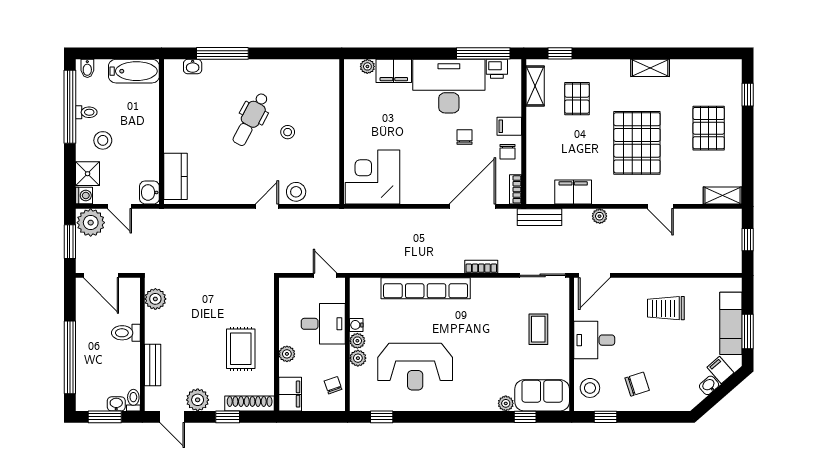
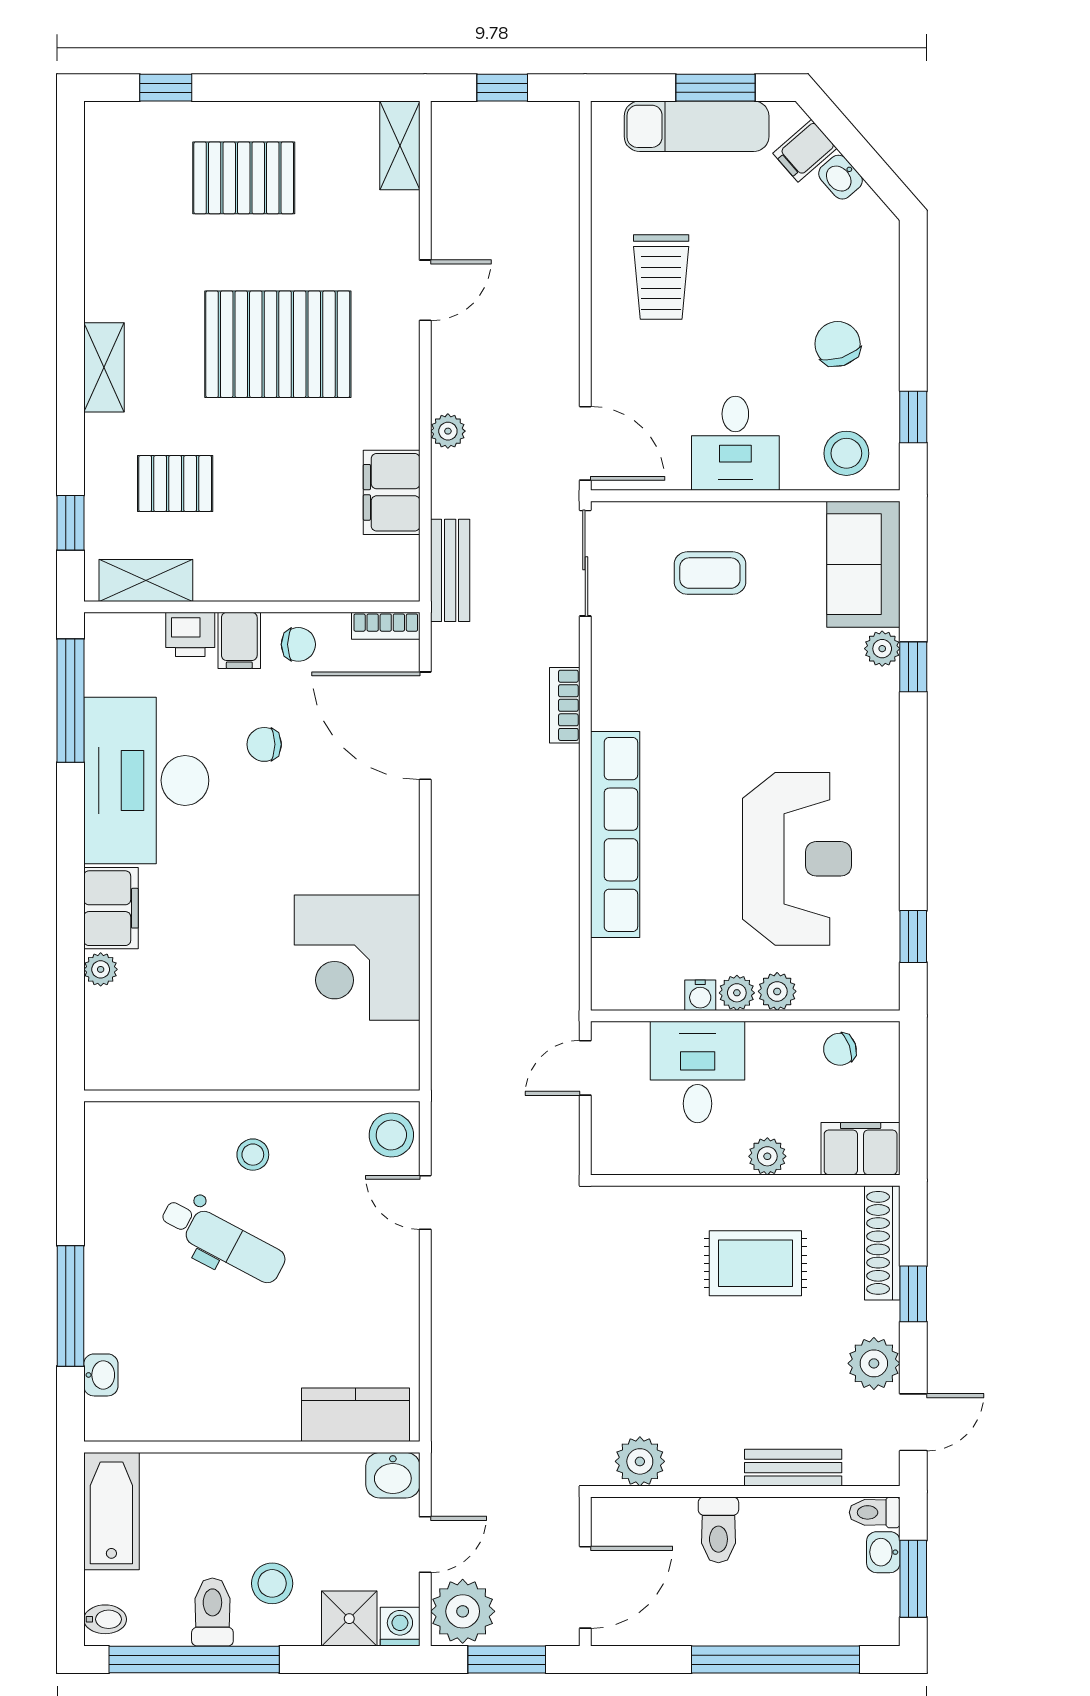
shelving: (650, 68) -> (104, 367), moved
printer: (497, 69) -> (190, 634), moved, turned 90
toilet: (86, 112) -> (212, 1612), width x1.37, depth x1.39
wall: (342, 132) -> (252, 1096), moved
window: (525, 417) -> (913, 667), moved

